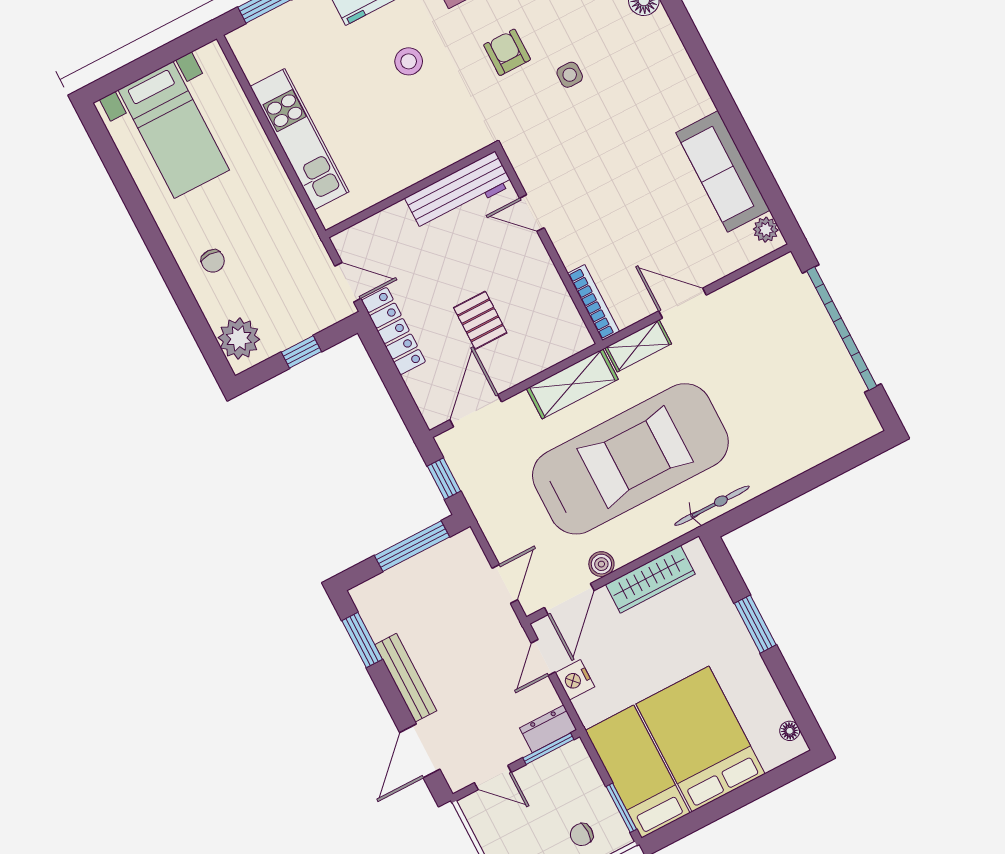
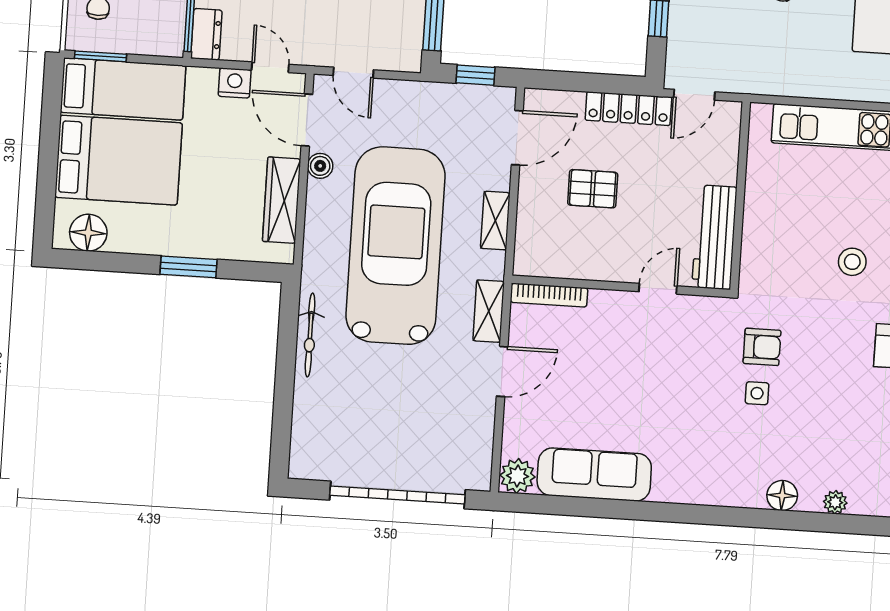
armchair: (507, 52) -> (762, 347), moved
plant: (766, 230) -> (517, 476), width x1.38, depth x1.38
shelving: (572, 384) -> (495, 221), width x0.67, depth x0.75
door: (476, 411) -> (517, 138), hinge flipped
car: (630, 459) -> (395, 246), turned 180
bicycle: (712, 506) -> (310, 335), moved
floor lamp: (790, 731) -> (88, 233), width x1.89, depth x1.89

